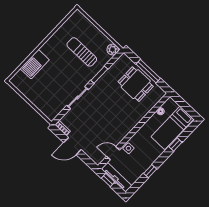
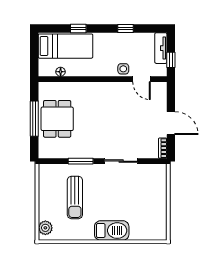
plant: (113, 49) -> (45, 228), moved
barbecue: (35, 64) -> (112, 231), moved
tv unit: (117, 177) -> (161, 48), width x0.71

